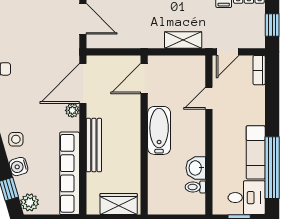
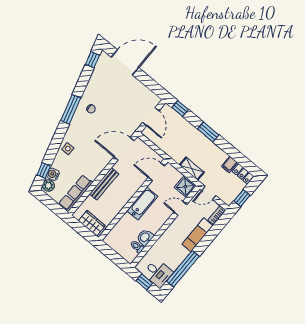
shower: (193, 68) -> (185, 187), added
plant: (72, 110) -> (108, 158), removed
exam couch: (256, 152) -> (197, 235), moved
water cooler: (19, 167) -> (53, 174), moved
row of seats: (70, 173) -> (76, 193), width x0.73

